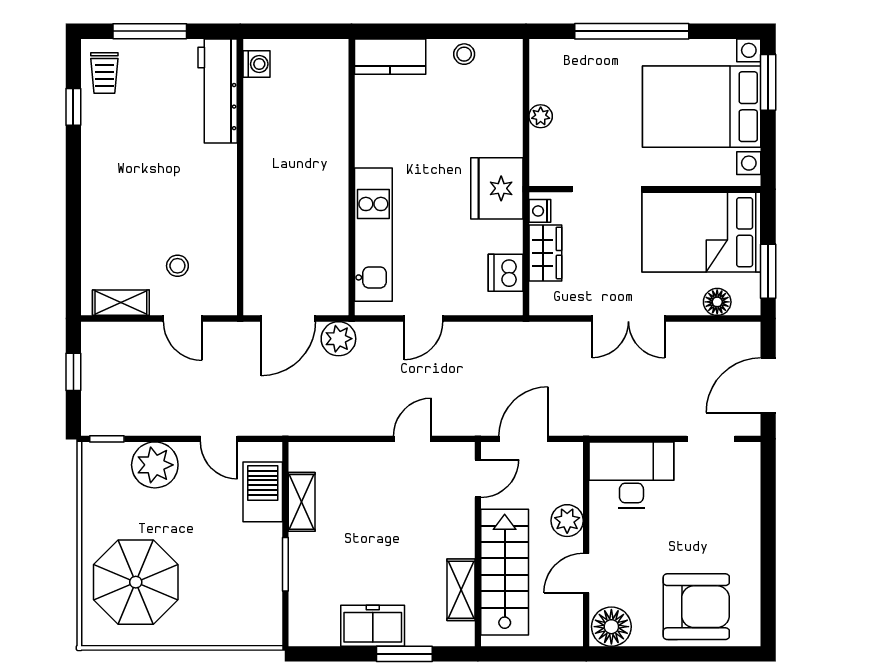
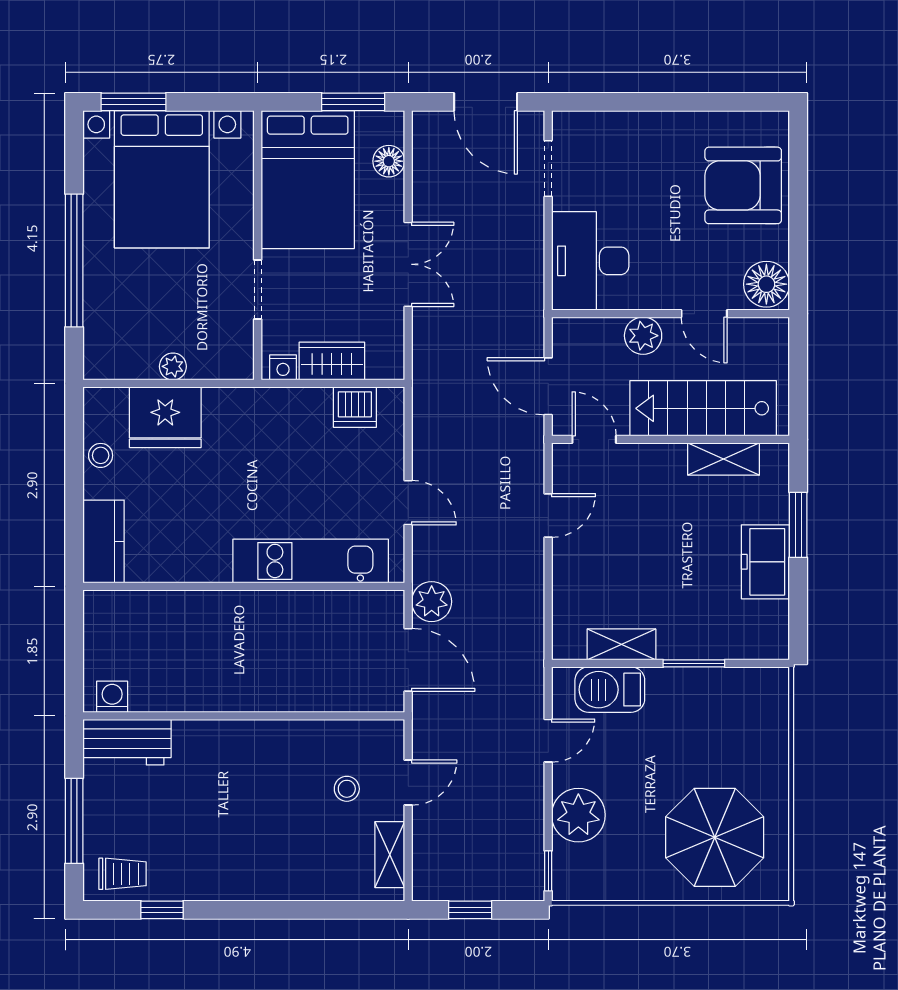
workbench: (218, 91) -> (127, 742), width x0.73
fridge: (497, 188) -> (165, 417), moved
doorway: (607, 189) -> (258, 289), width x0.73
door: (412, 439) -> (548, 516), swing flipped
armchair: (696, 607) -> (743, 185), turned -90

